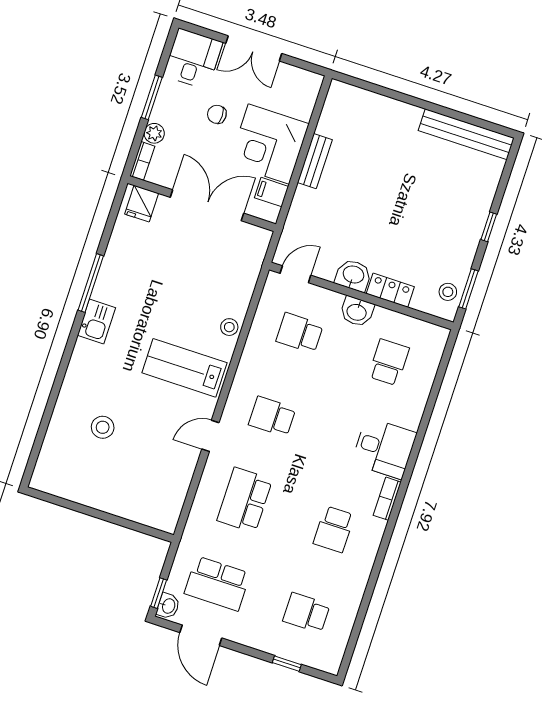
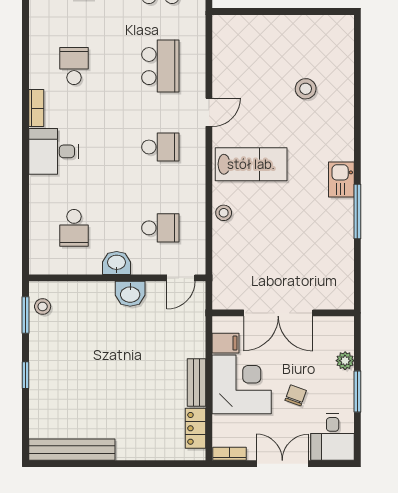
chair: (217, 114) -> (296, 395), turned -70
bookcase: (142, 161) -> (230, 454), moved, turned 90
fridge: (142, 204) -> (336, 296), removed
locker: (390, 290) -> (196, 428), moved, turned 90

